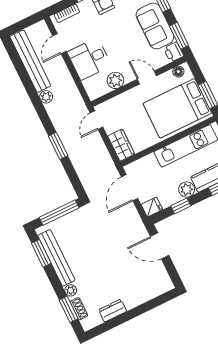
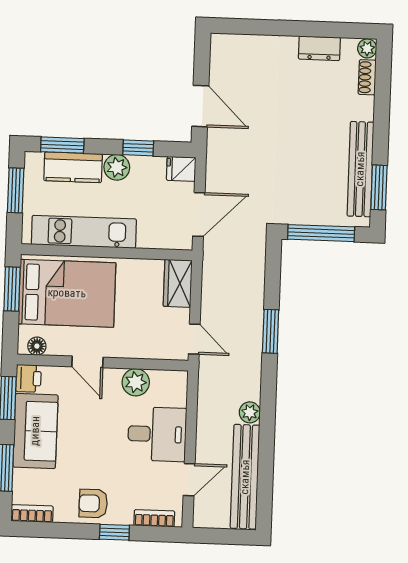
door: (97, 120) -> (194, 339), hinge flipped
plant: (71, 290) -> (367, 48), moved
window: (69, 309) -> (383, 84), removed

